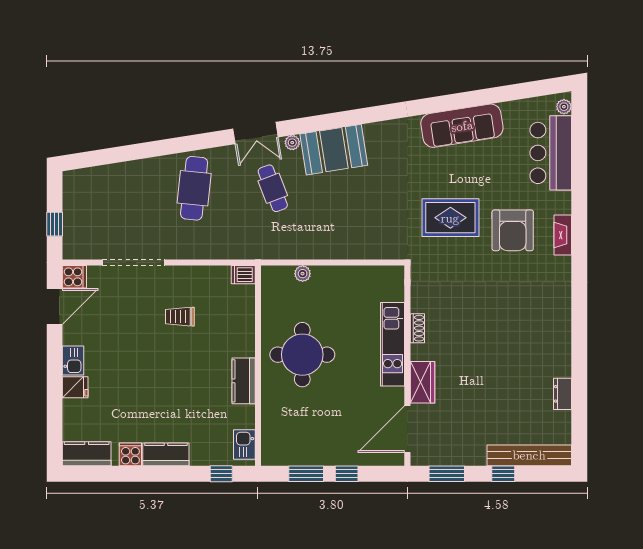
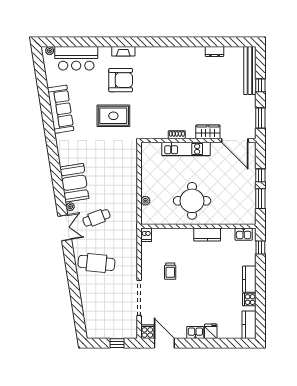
rug: (450, 218) -> (113, 116), turned 90

